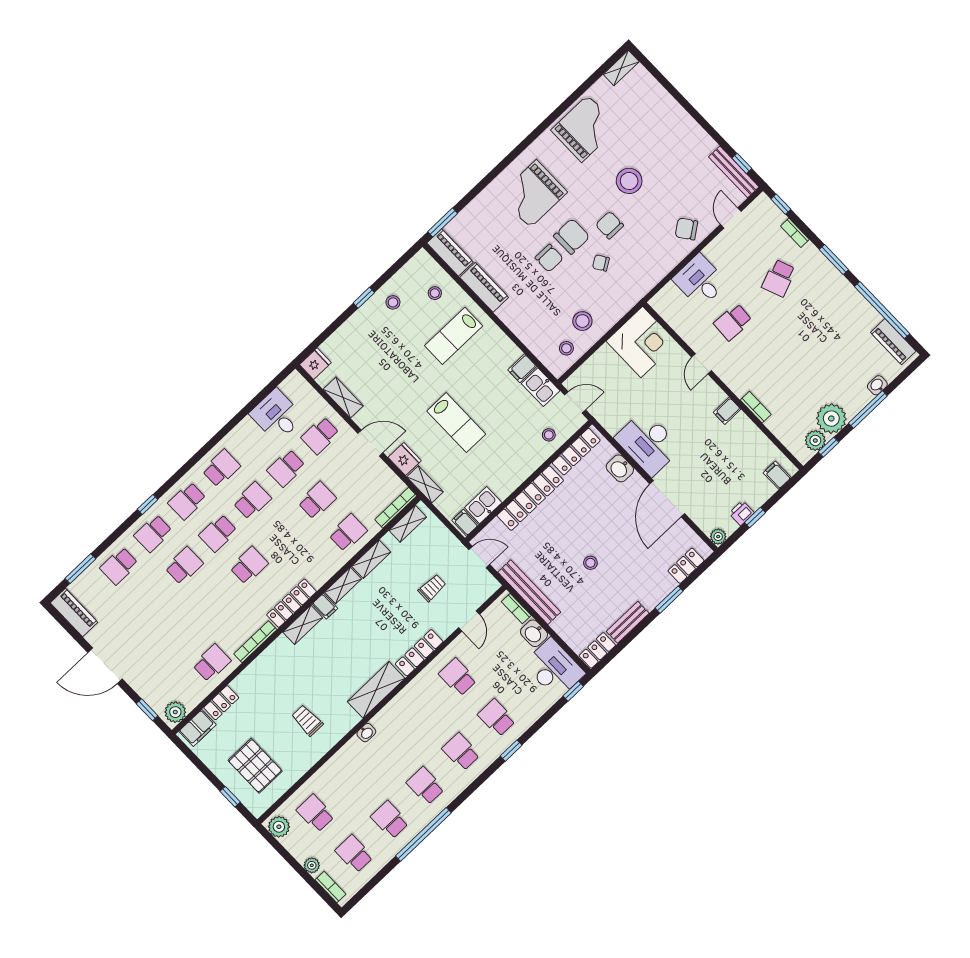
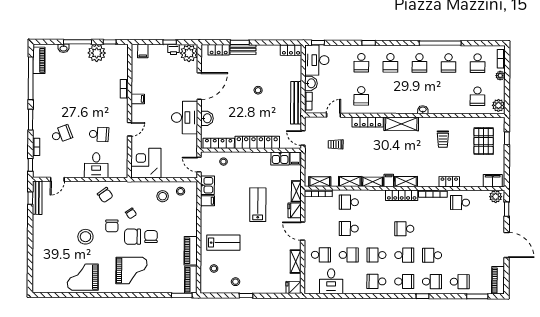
shelving: (621, 68) -> (43, 288), removed
chair: (686, 229) -> (105, 195), moved
plant: (815, 440) -> (112, 50), removed
plant: (718, 537) -> (189, 53), width x1.87, depth x1.87
bench: (628, 622) -> (243, 50), moved
locker: (221, 703) -> (449, 182), moved

